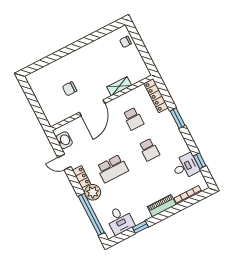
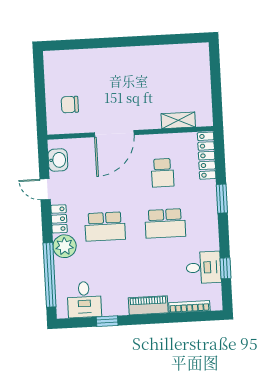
chair: (126, 42) -> (198, 66), removed
shelving: (119, 86) -> (178, 120), moved
chair: (70, 89) -> (70, 105), moved
school desk: (149, 150) -> (165, 223), width x1.85

